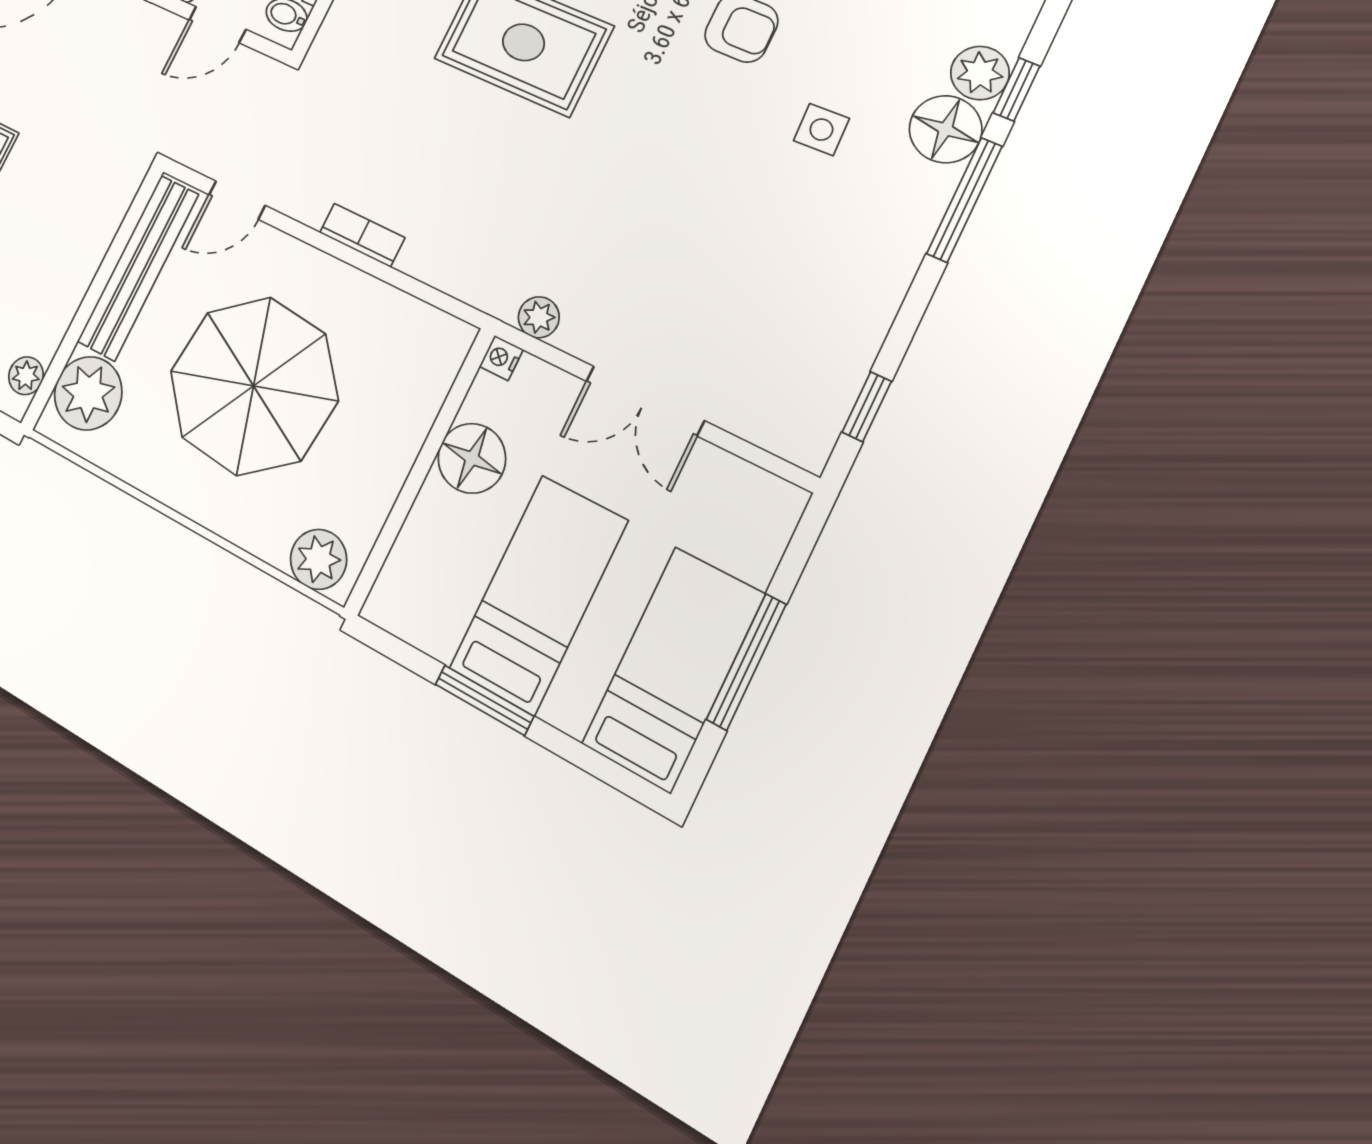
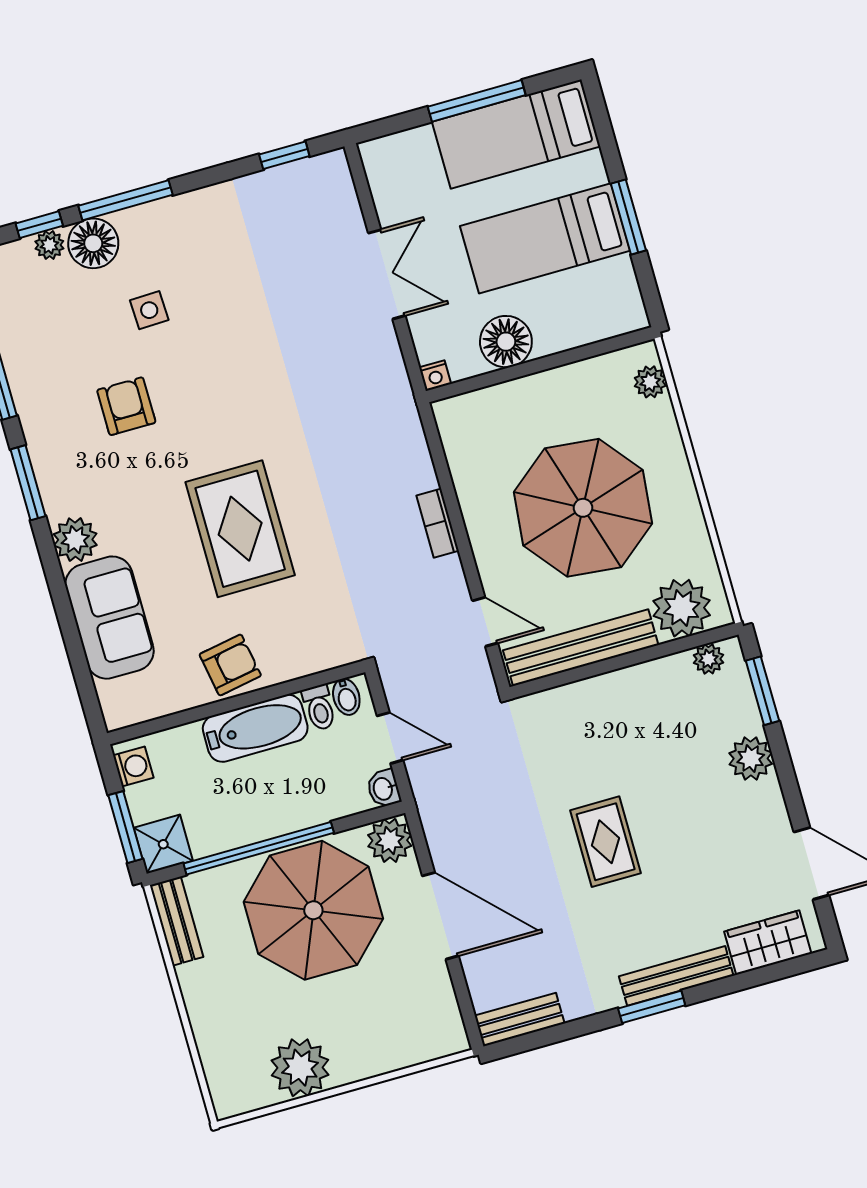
plant: (980, 73) -> (49, 245), width x0.73, depth x0.73
plant: (539, 317) -> (393, 375), removed
plant: (318, 559) -> (650, 382), width x0.73, depth x0.73

